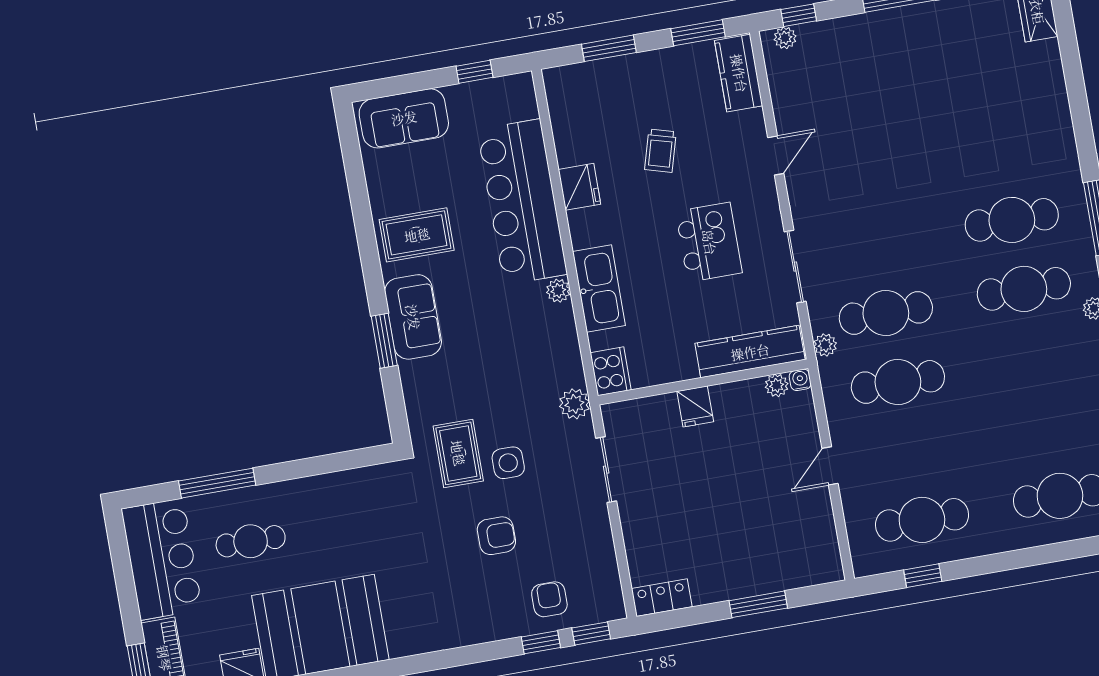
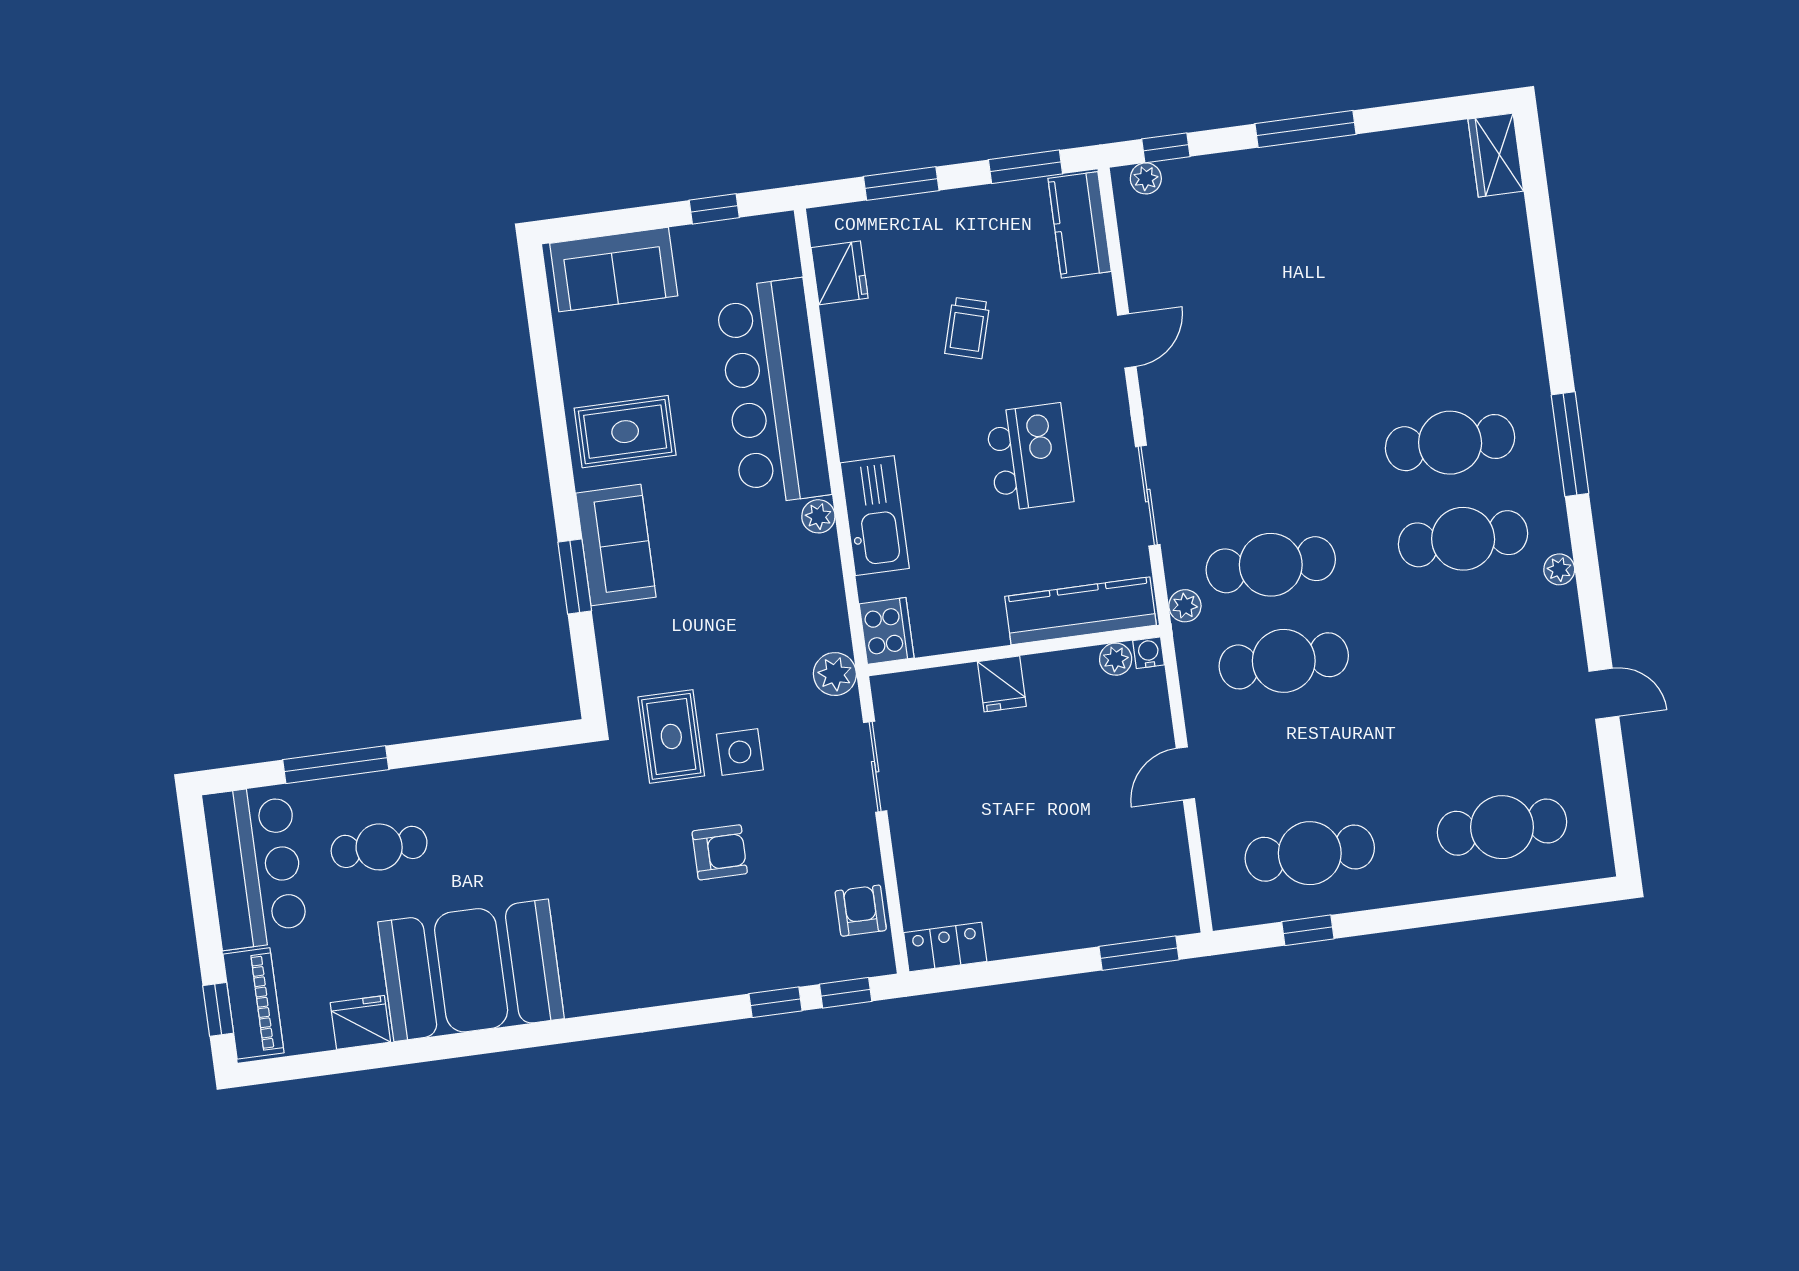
fridge: (579, 187) -> (840, 273), moved
armchair: (549, 599) -> (861, 911), moved
window: (758, 604) -> (1139, 953), moved

